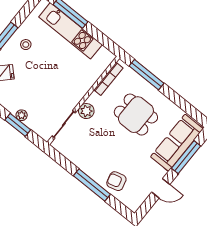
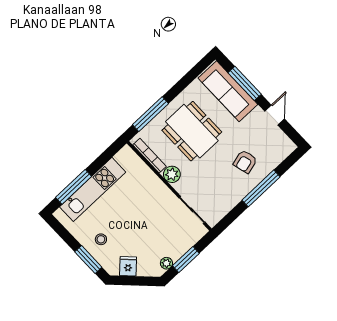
plant: (86, 111) -> (172, 174), moved
plant: (22, 115) -> (166, 263), moved
dining table: (136, 115) -> (192, 131), width x1.38
armchair: (116, 181) -> (245, 162), moved

